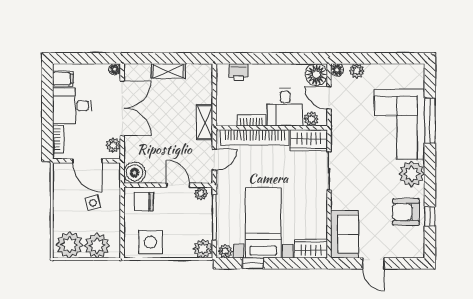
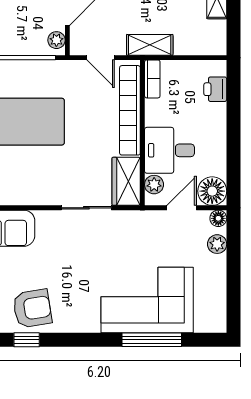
bookcase: (252, 120) -> (152, 79), moved
plant: (412, 174) -> (82, 316), removed
armchair: (406, 212) -> (32, 308), turned 81

